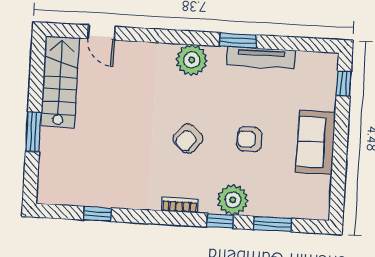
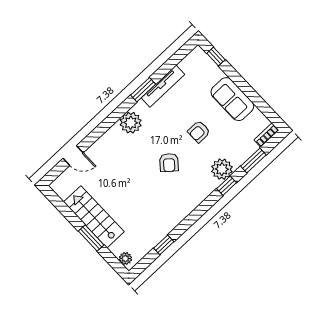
stairs: (60, 82) -> (94, 217), moved
plant: (46, 188) -> (125, 258), added
bookcase: (180, 205) -> (266, 135), moved

